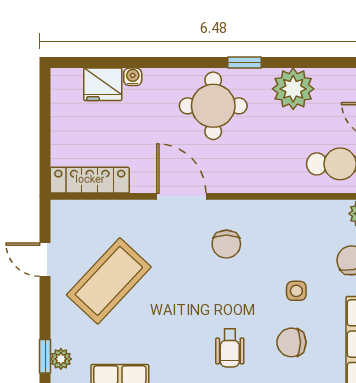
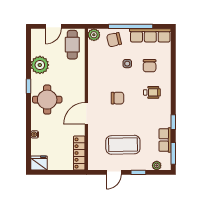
fridge: (103, 84) -> (39, 163), moved, turned -90
chair: (226, 244) -> (117, 98), moved
coffee table: (109, 281) -> (123, 145), turned -44
window: (45, 356) -> (138, 172), moved

